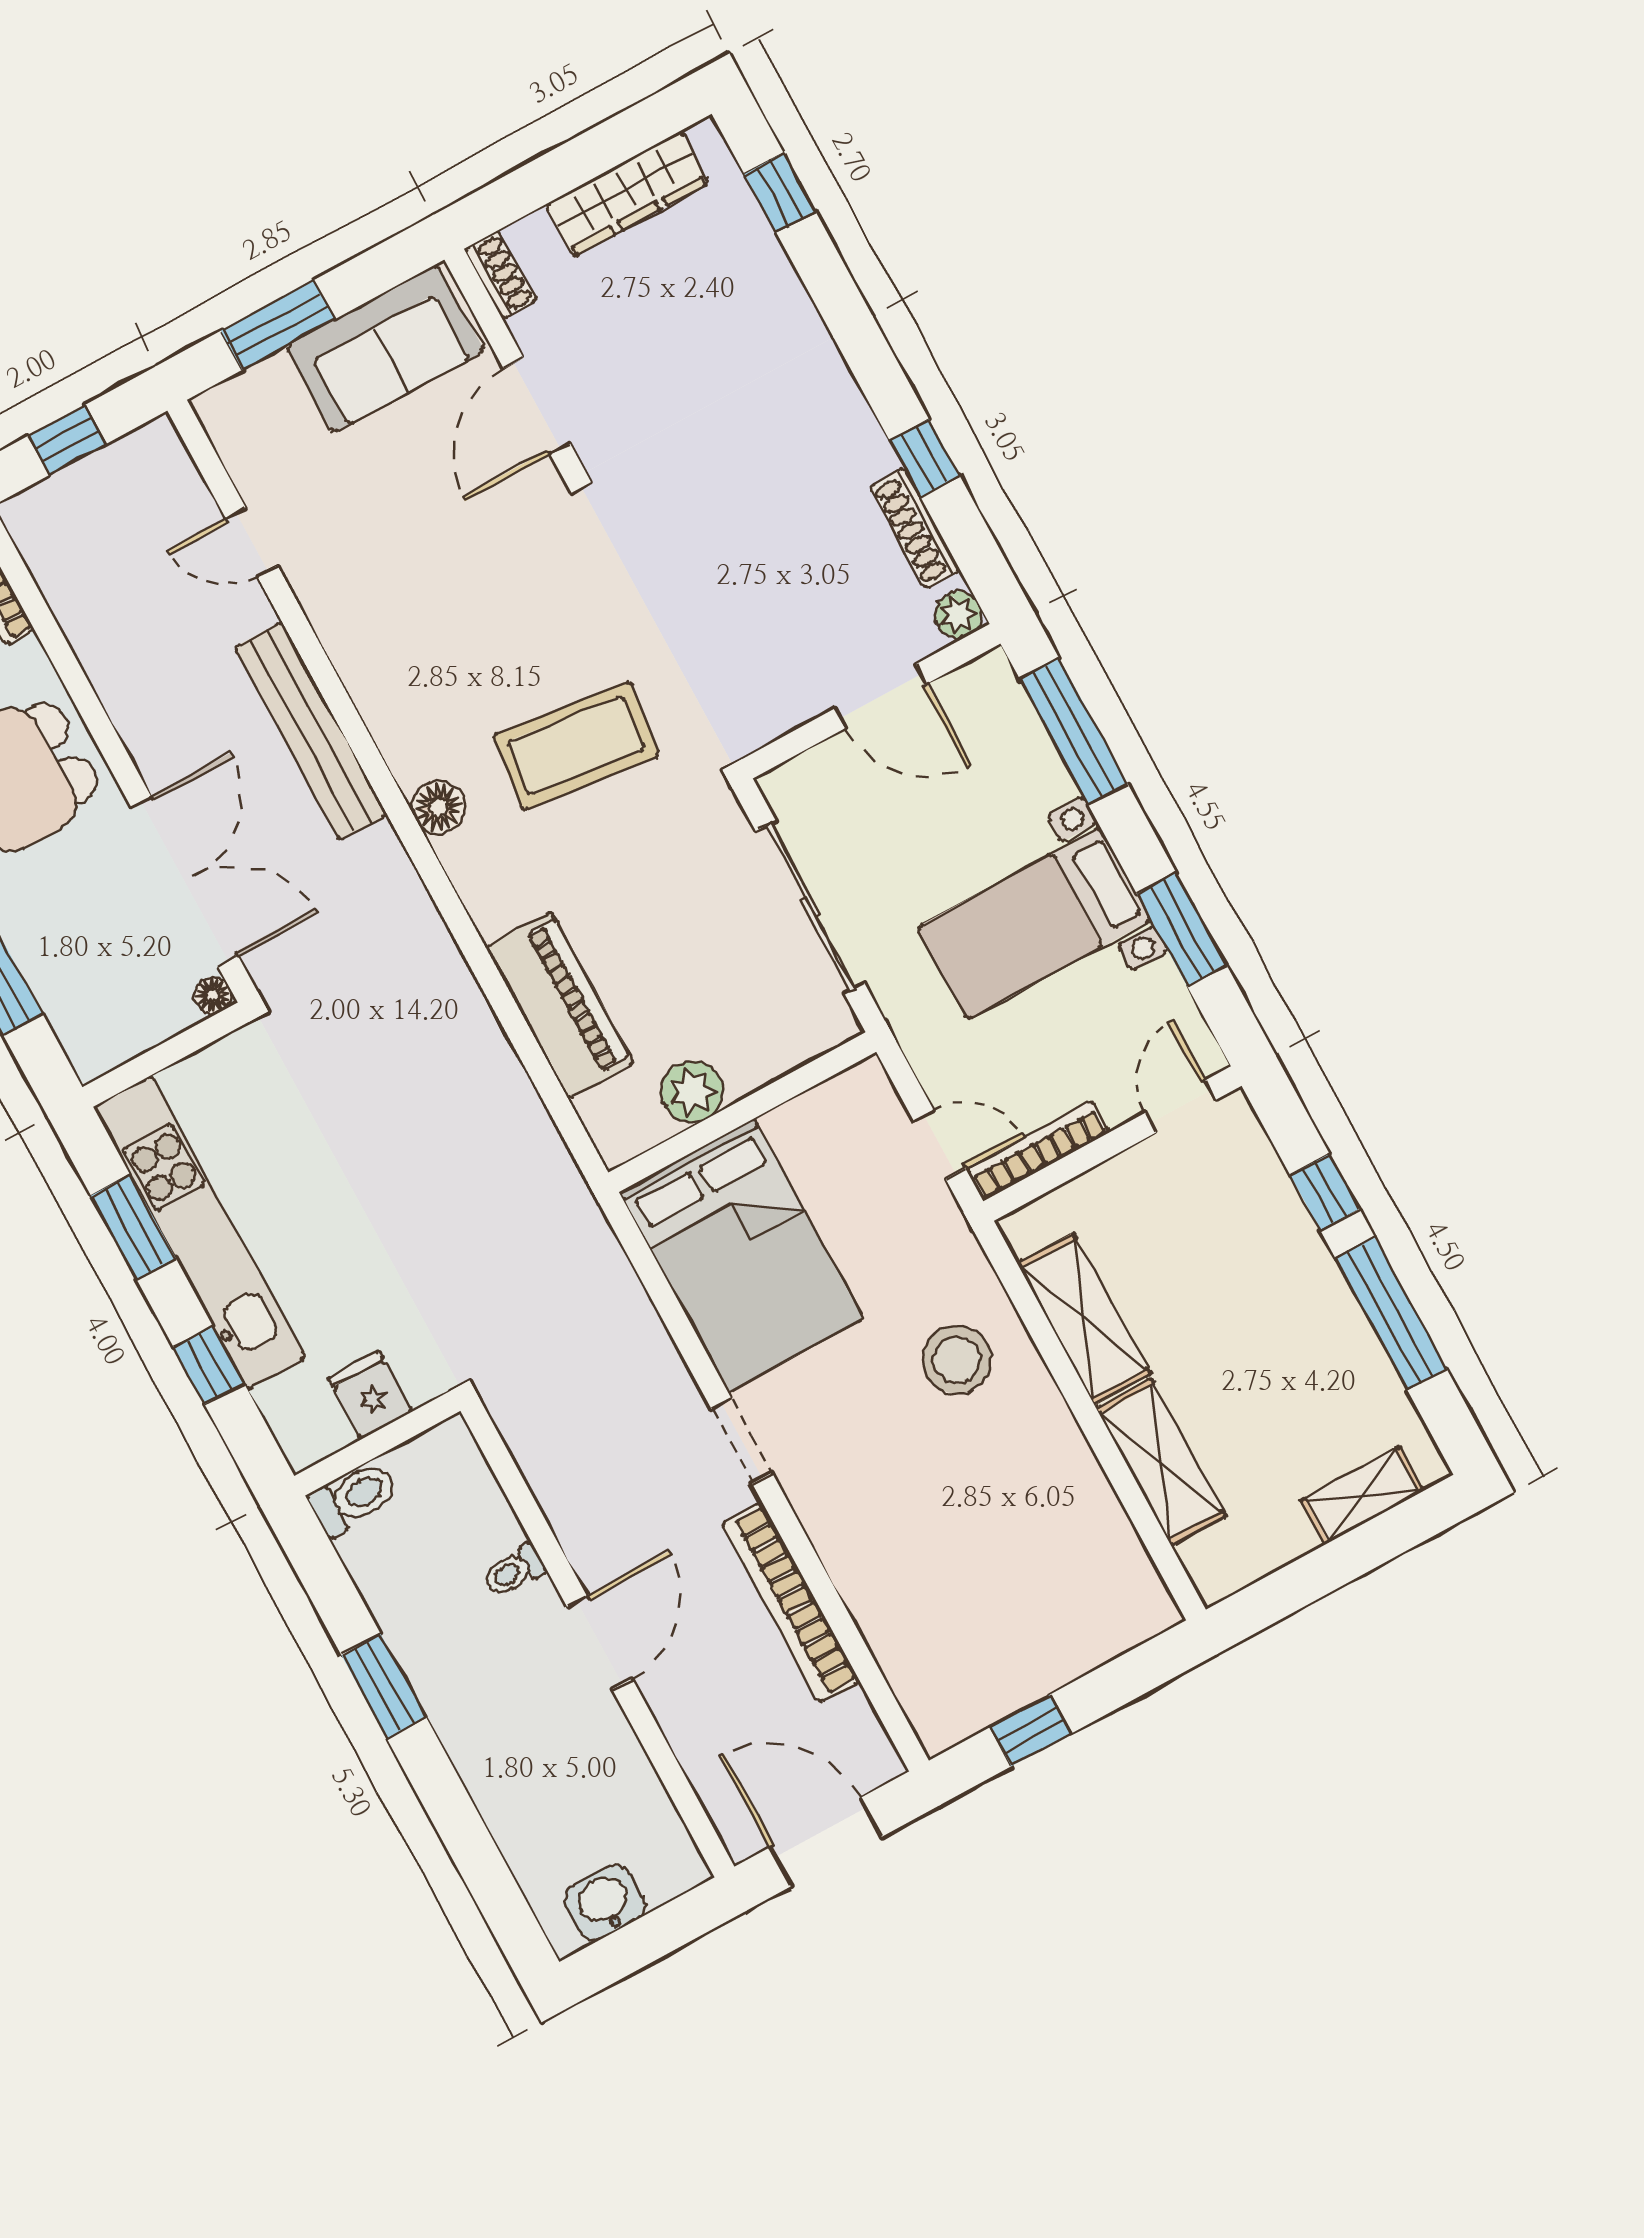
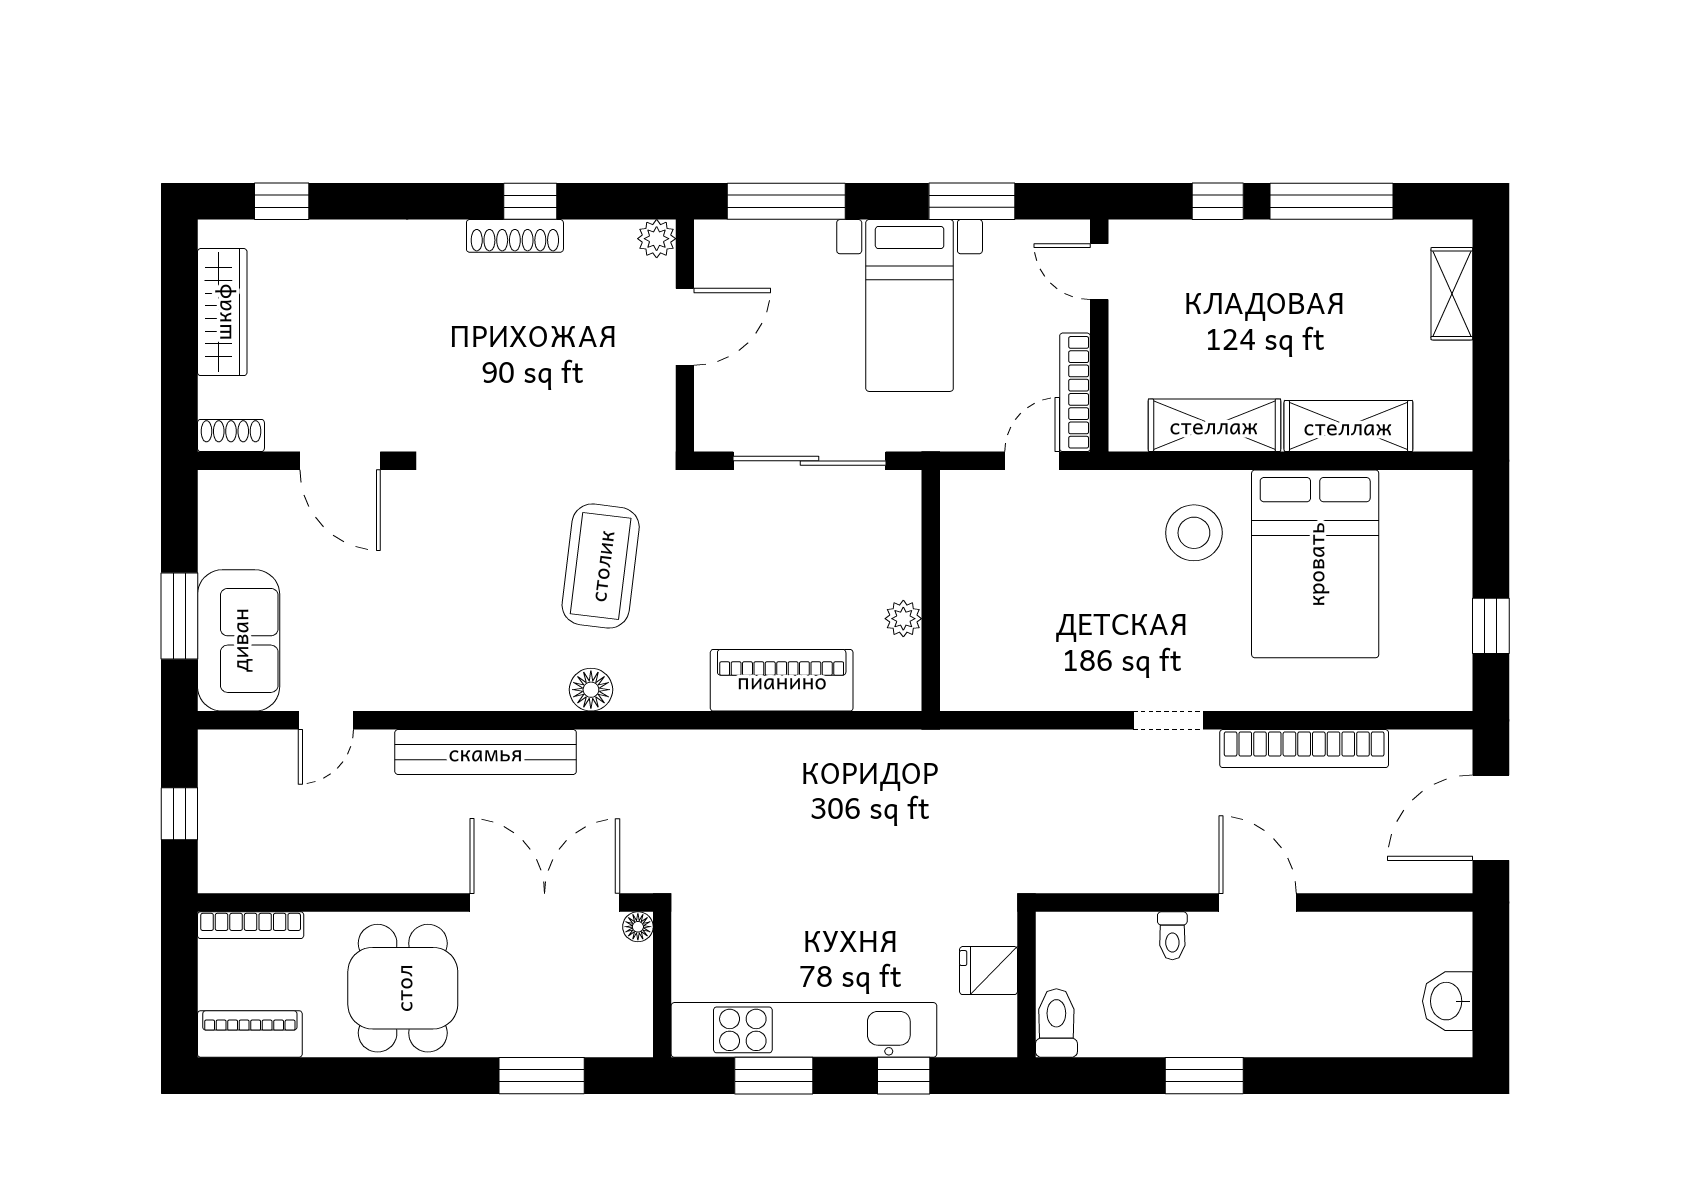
sofa: (385, 349) -> (239, 640), moved
shoe rack: (915, 528) -> (515, 236), moved
plant: (692, 1092) -> (903, 619), width x0.73, depth x0.73
bed: (741, 1255) -> (1315, 564), moved, turned 90

